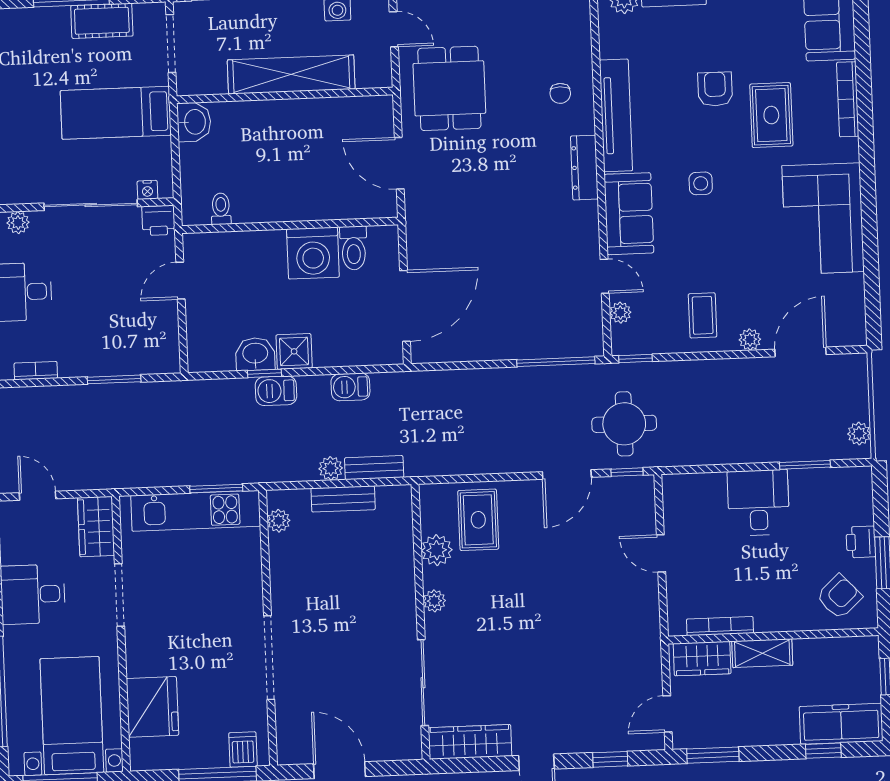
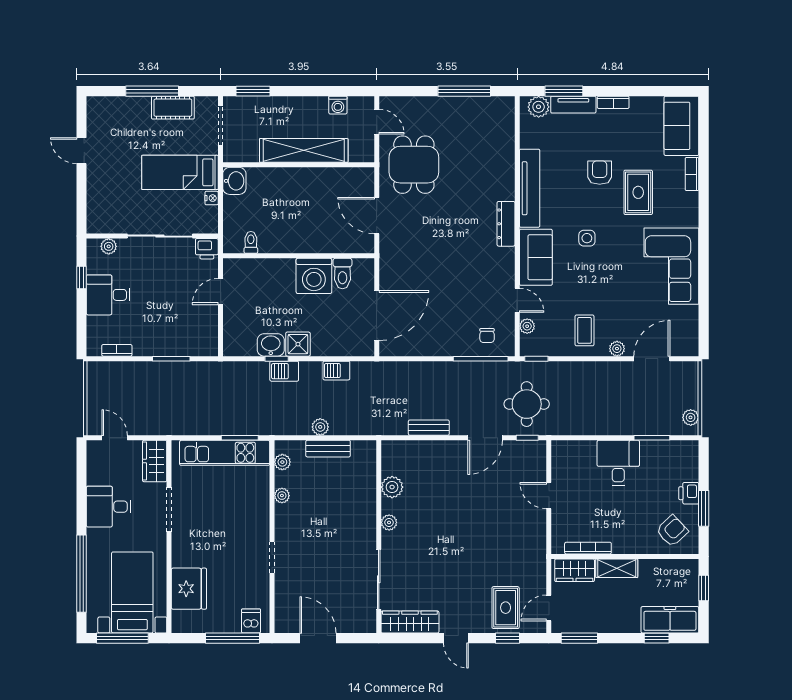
chair: (560, 93) -> (487, 336), moved
bookcase: (848, 99) -> (692, 174), width x0.64
nightstand: (147, 190) -> (212, 198), moved, turned -90
bench: (374, 468) -> (429, 428), moved
rug: (478, 520) -> (506, 608), moved
plant: (280, 569) -> (282, 496), added
doorway: (269, 658) -> (272, 557), width x0.53

